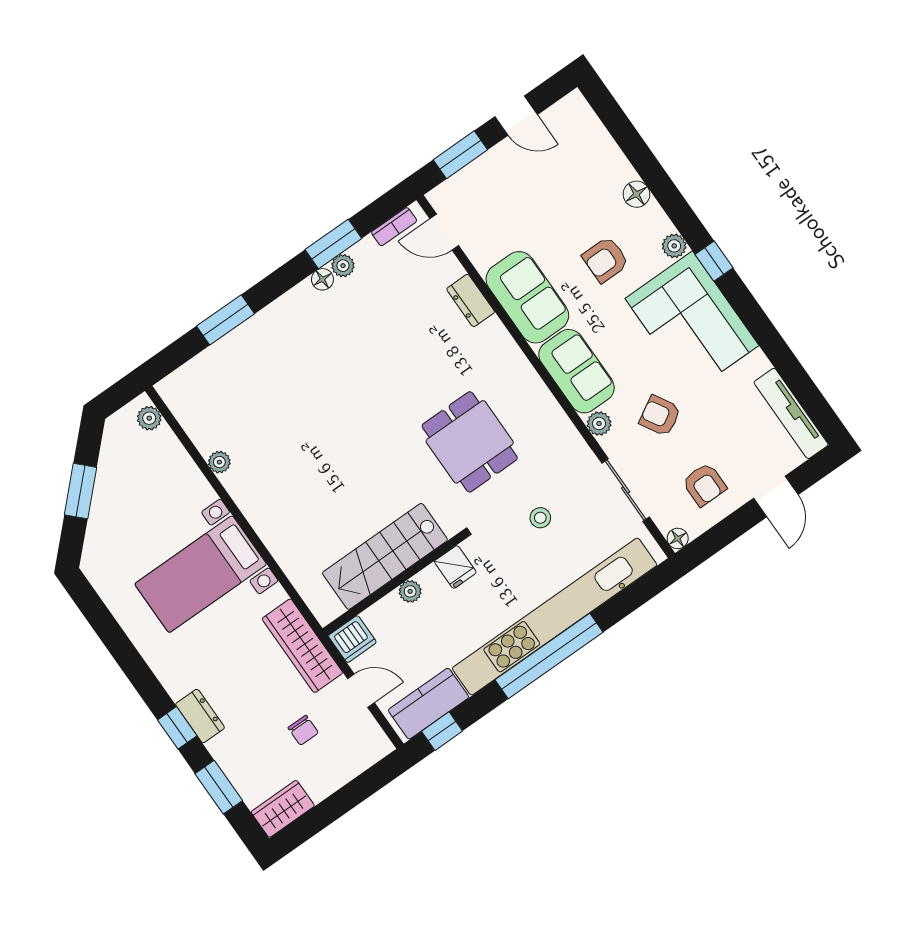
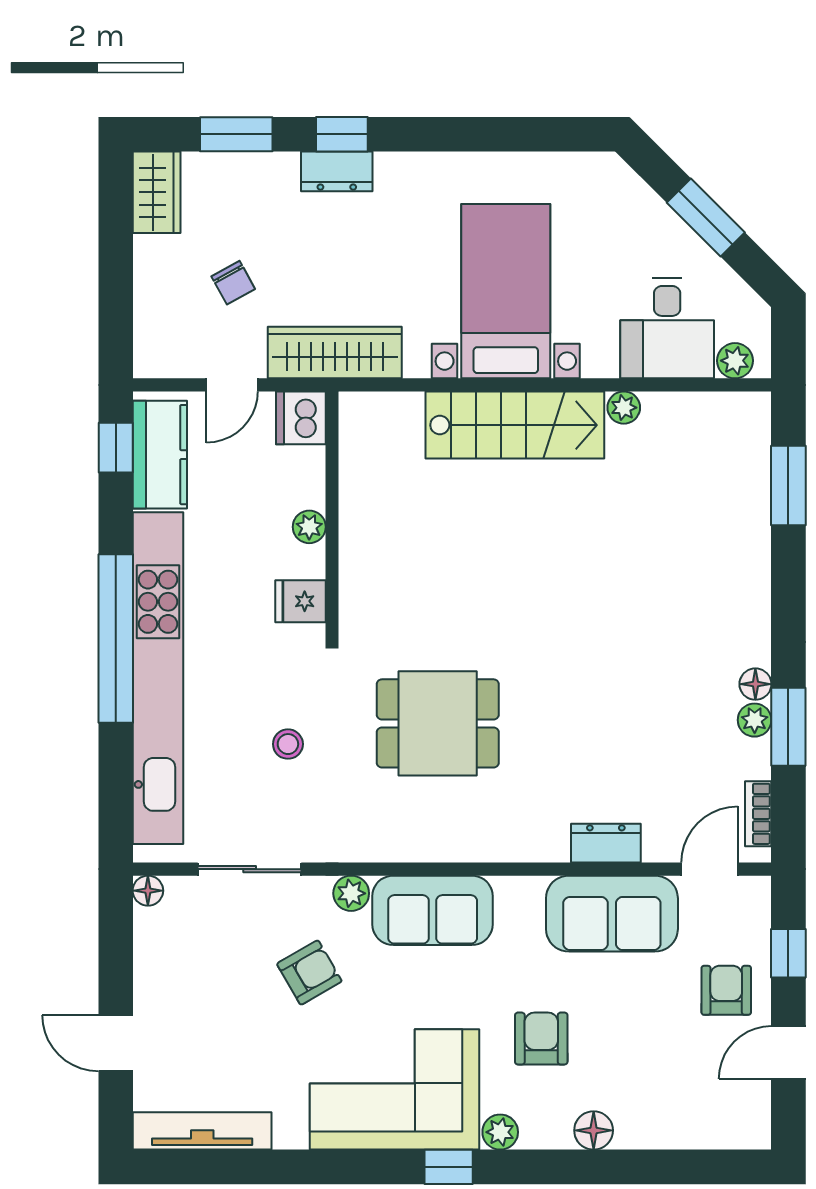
window: (460, 155) -> (788, 953), width x0.67
sofa: (527, 297) -> (612, 914), moved
window: (225, 320) -> (788, 485), moved
desk: (158, 469) -> (667, 328), added
armchair: (704, 485) -> (726, 990), moved, turned 90
stairs: (385, 556) -> (515, 425), moved, turned 90
chair: (303, 730) -> (233, 283), turned -119

